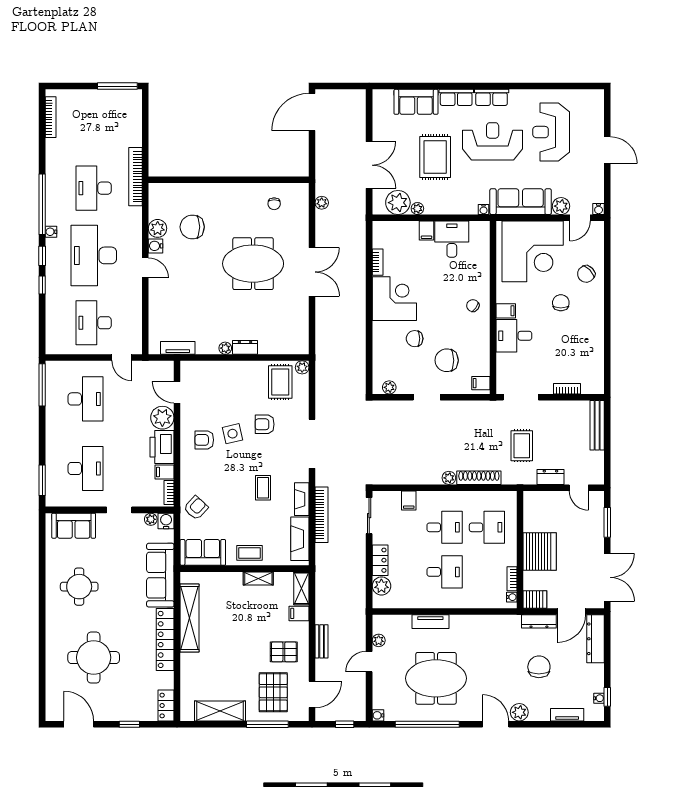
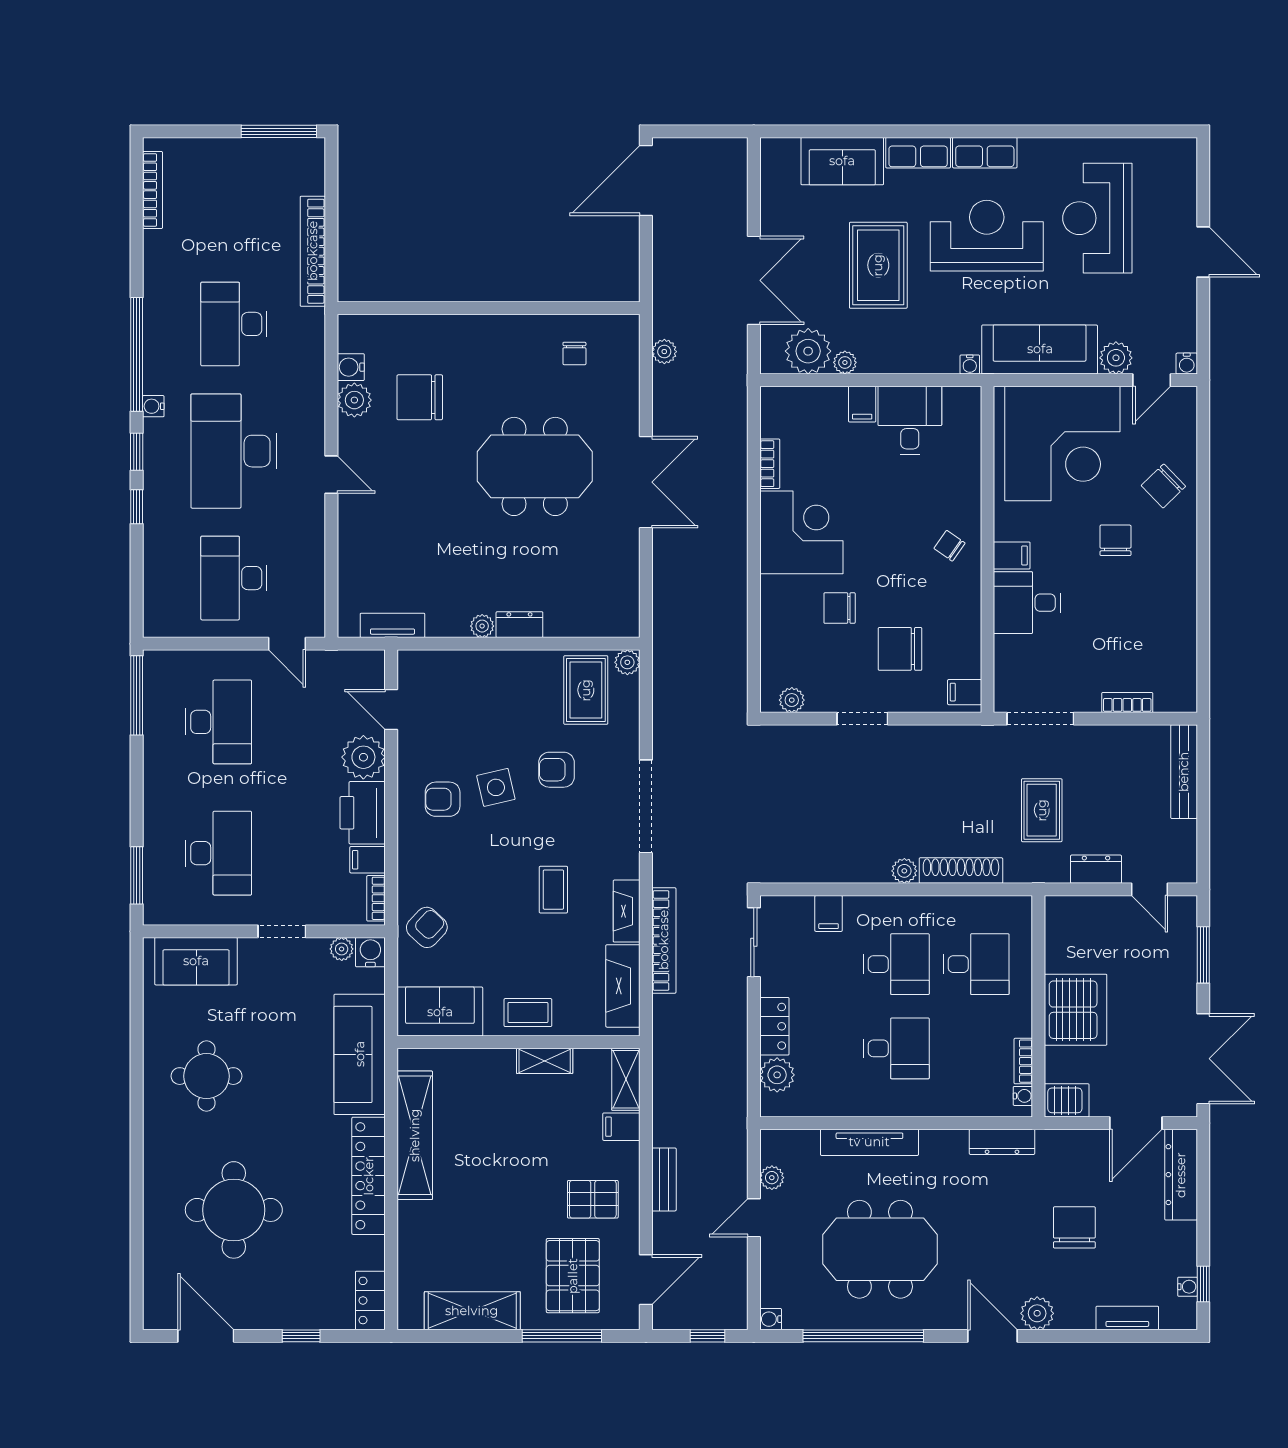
bookcase: (135, 177) -> (313, 251), moved
water cooler: (156, 246) -> (351, 367), moved
dresser: (539, 621) -> (1002, 1142), moved
tv unit: (430, 622) -> (869, 1142), width x1.41

